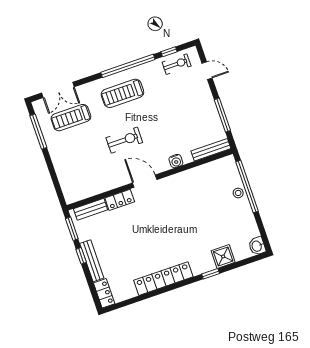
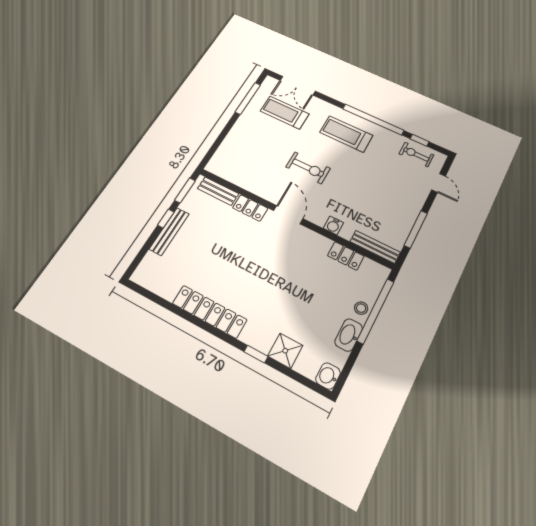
exercise bike: (177, 64) -> (416, 154), turned 180
washbasin: (246, 214) -> (349, 335), added
locker: (104, 293) -> (346, 256), moved, turned 90

